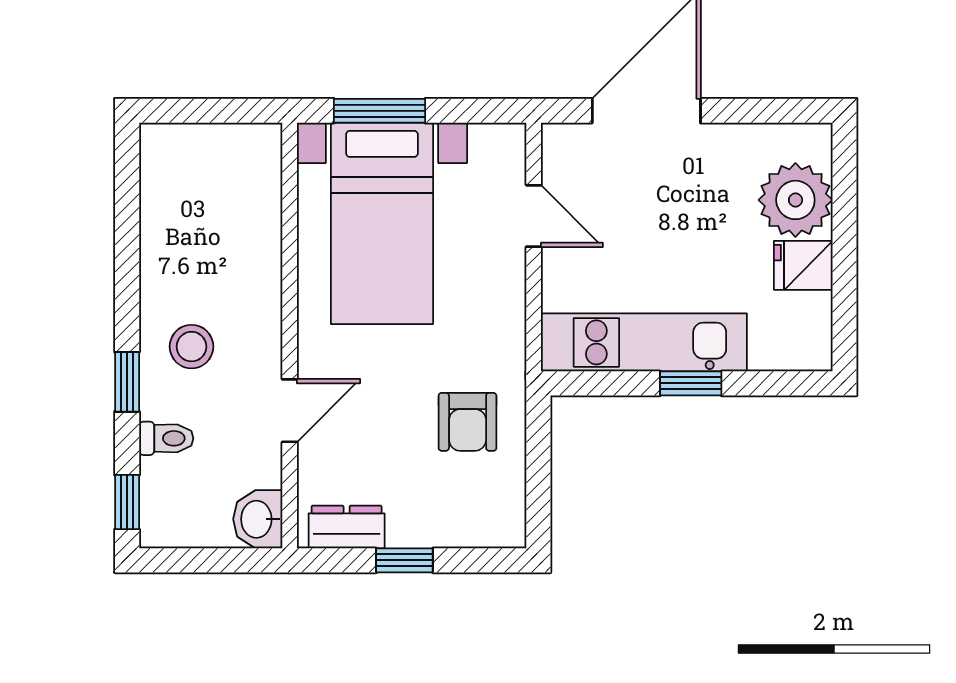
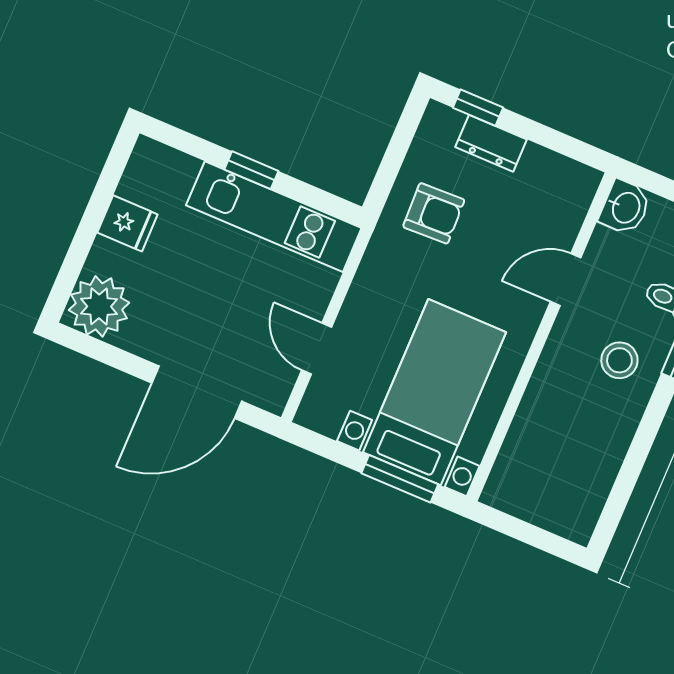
plant: (795, 200) -> (99, 306), moved
armchair: (468, 422) -> (434, 213), turned 88
dresser: (347, 527) -> (491, 143), moved
window: (404, 560) -> (478, 108), moved

